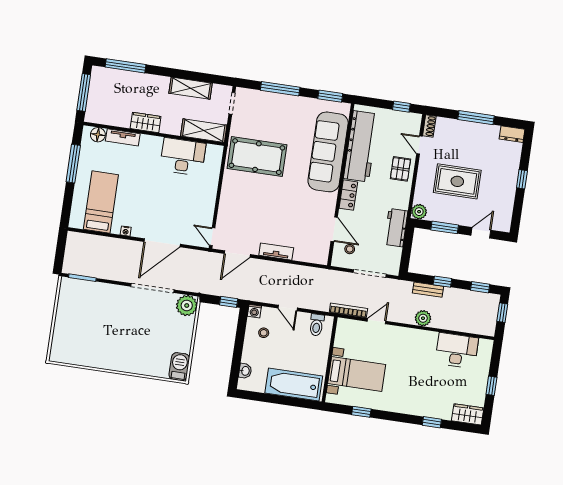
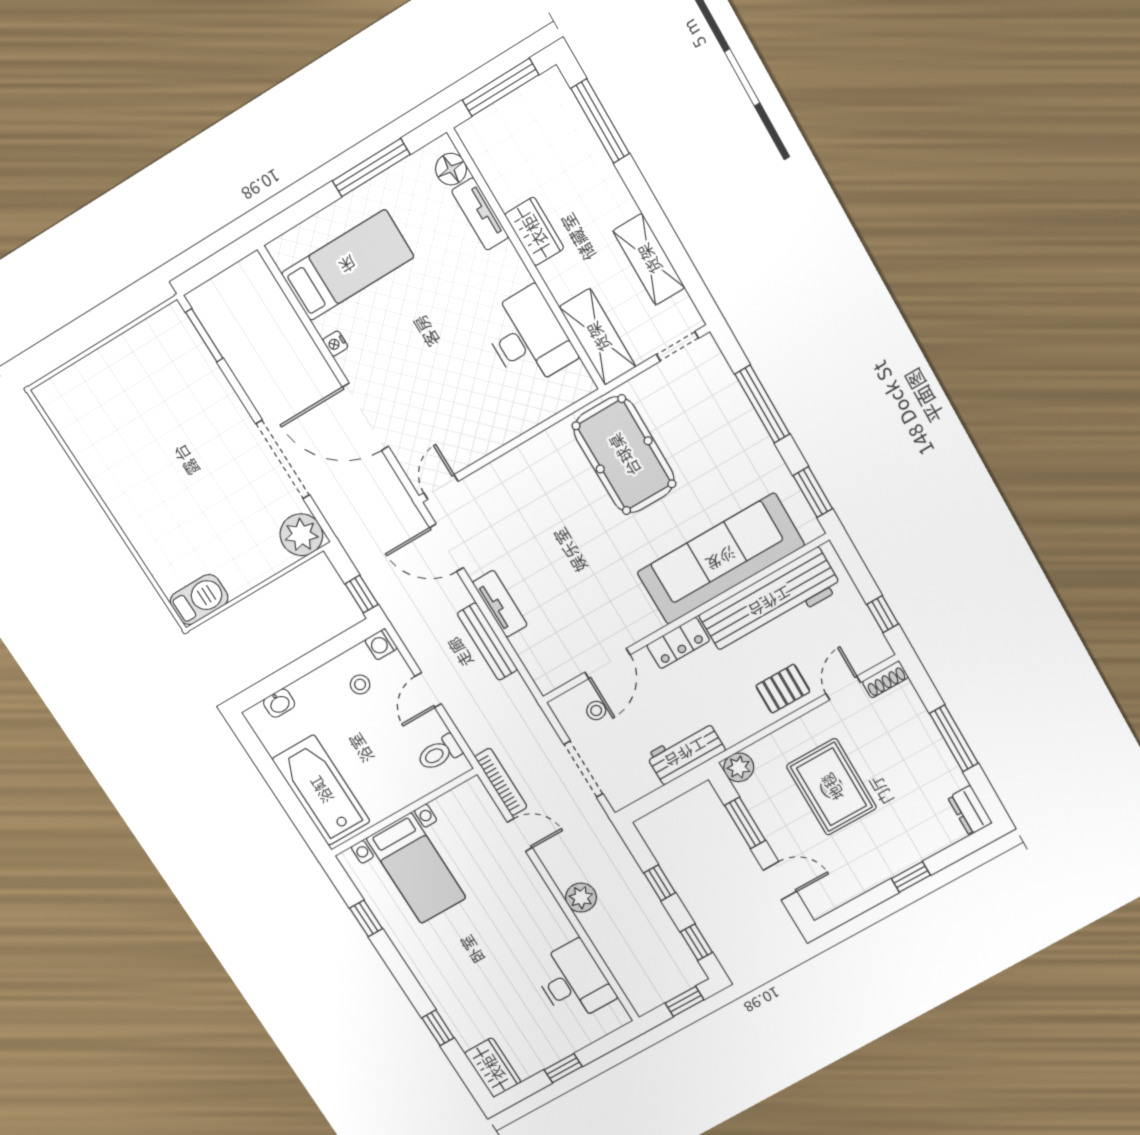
bench: (428, 290) -> (487, 642), moved, width x1.36

